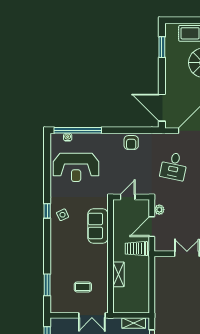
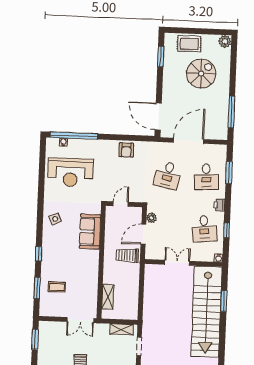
window: (47, 211) -> (39, 254), moved
shelving: (118, 274) -> (108, 297), moved
coffee table: (83, 287) -> (57, 287), moved

